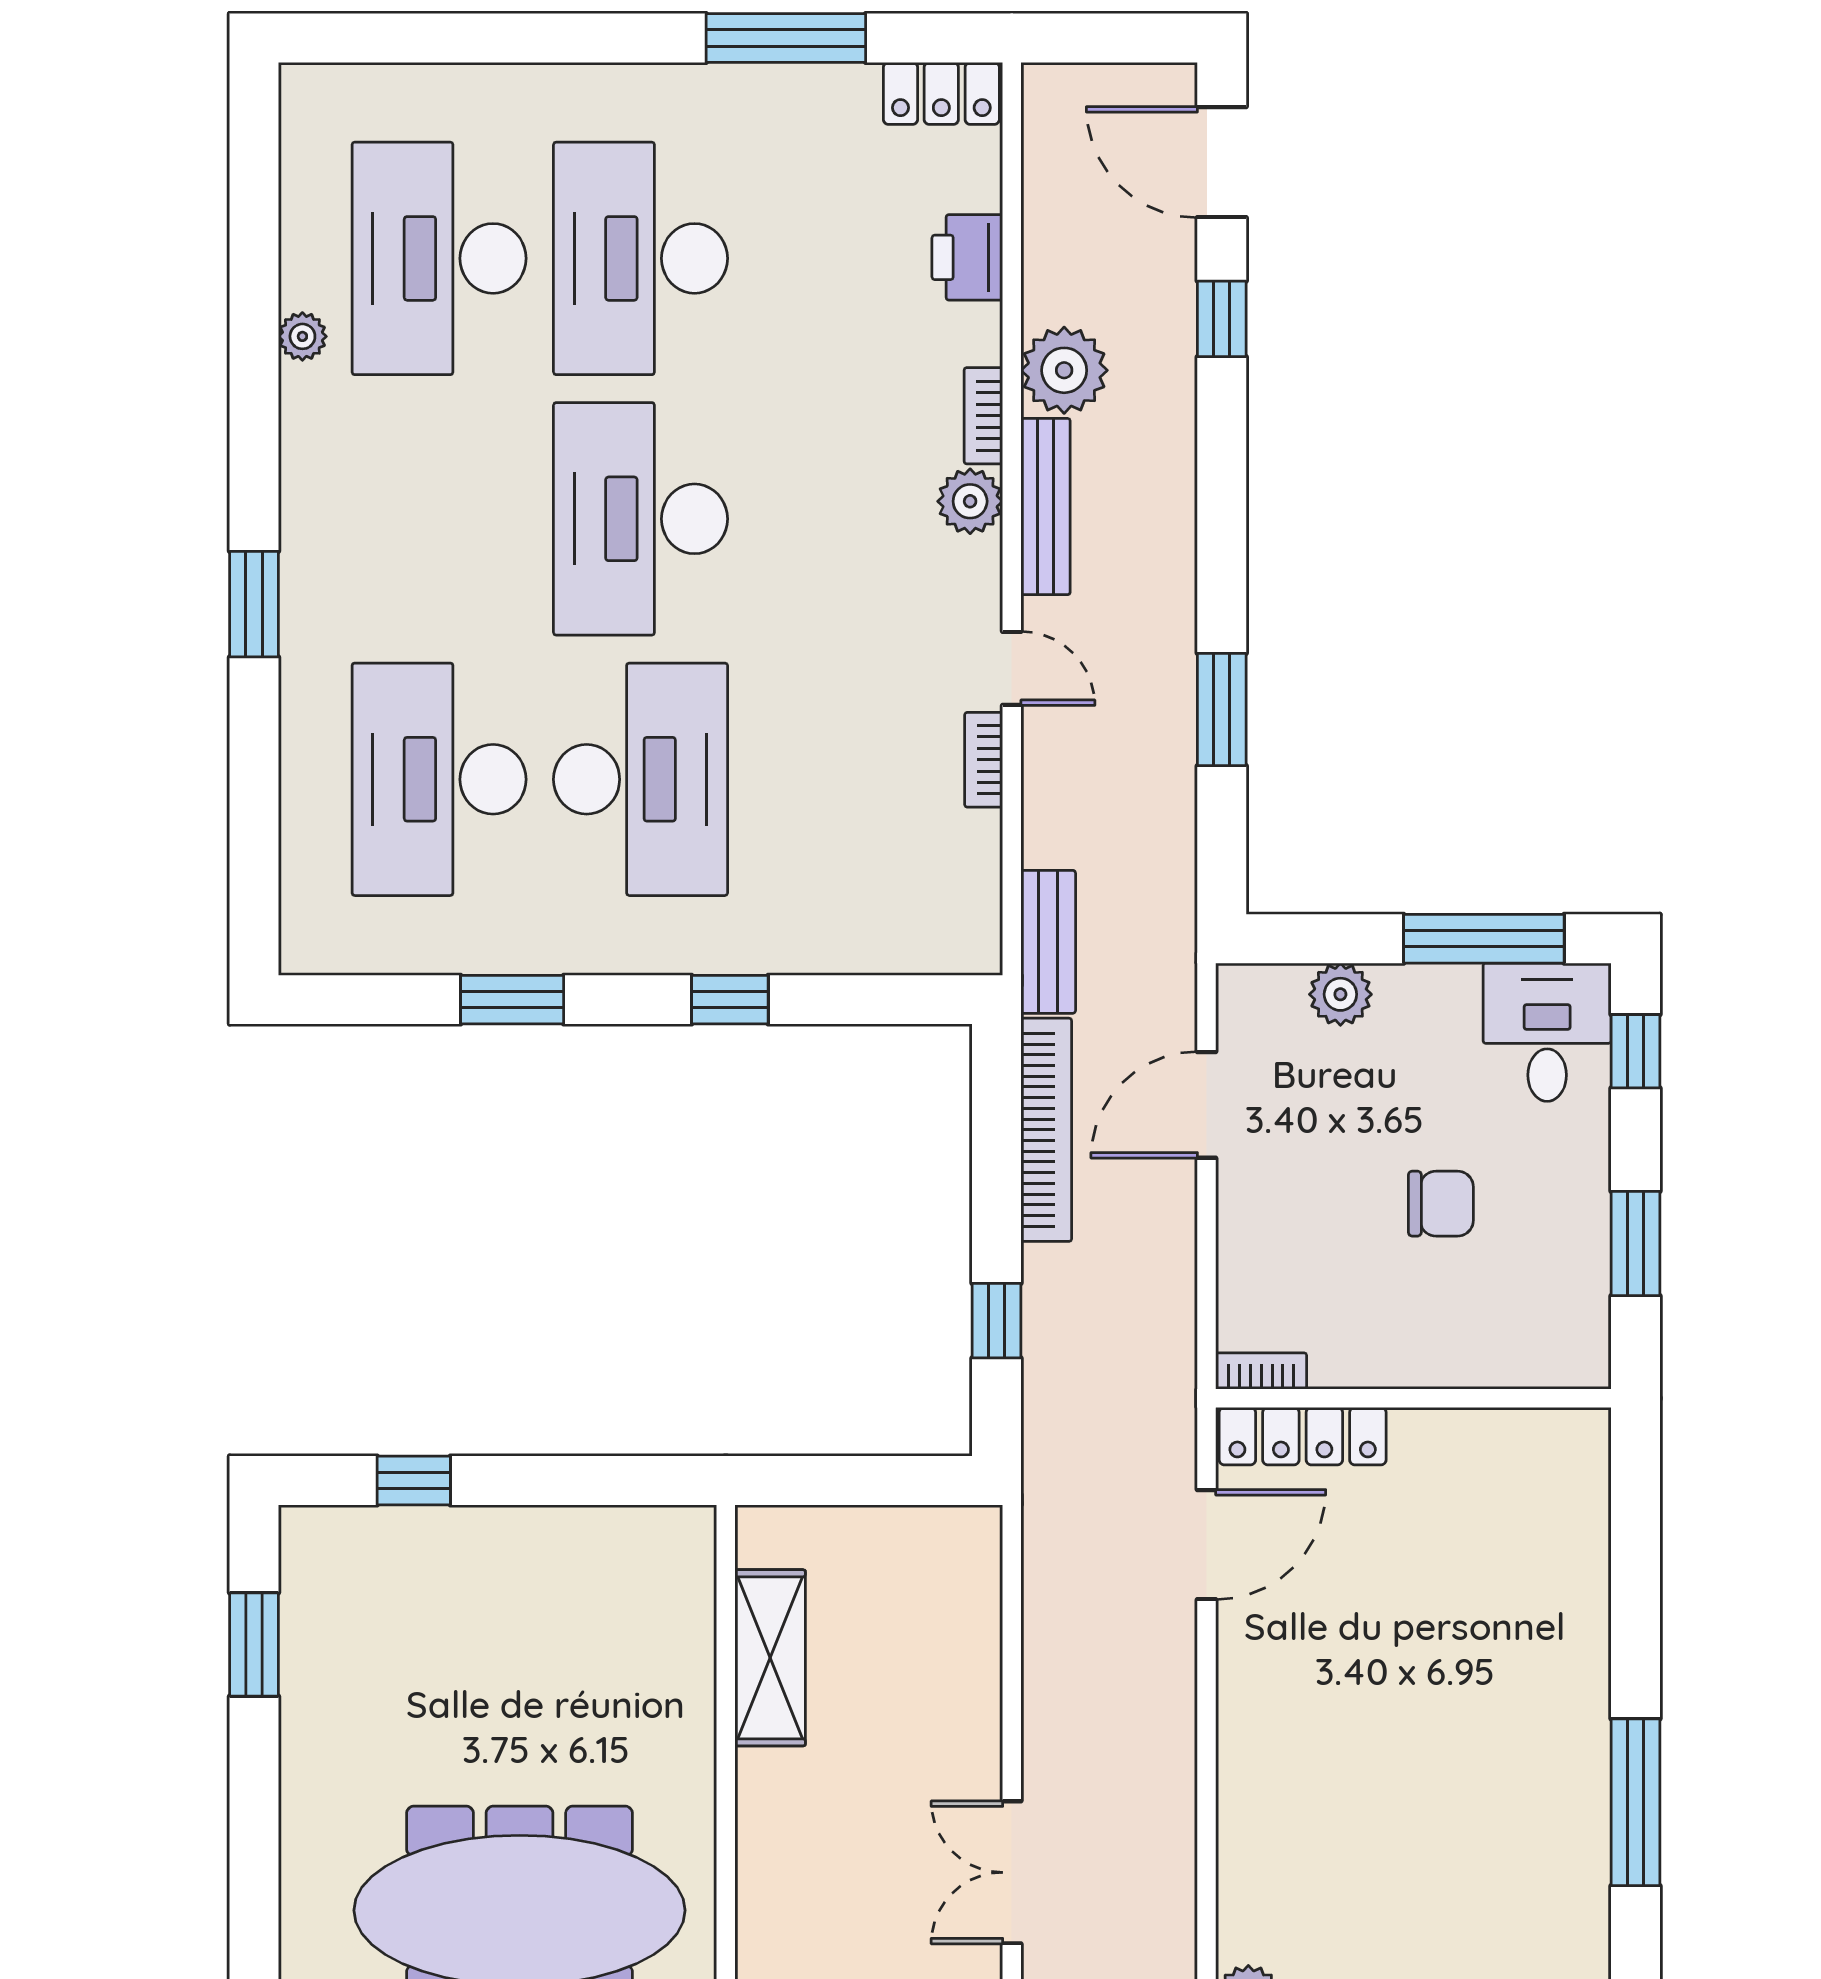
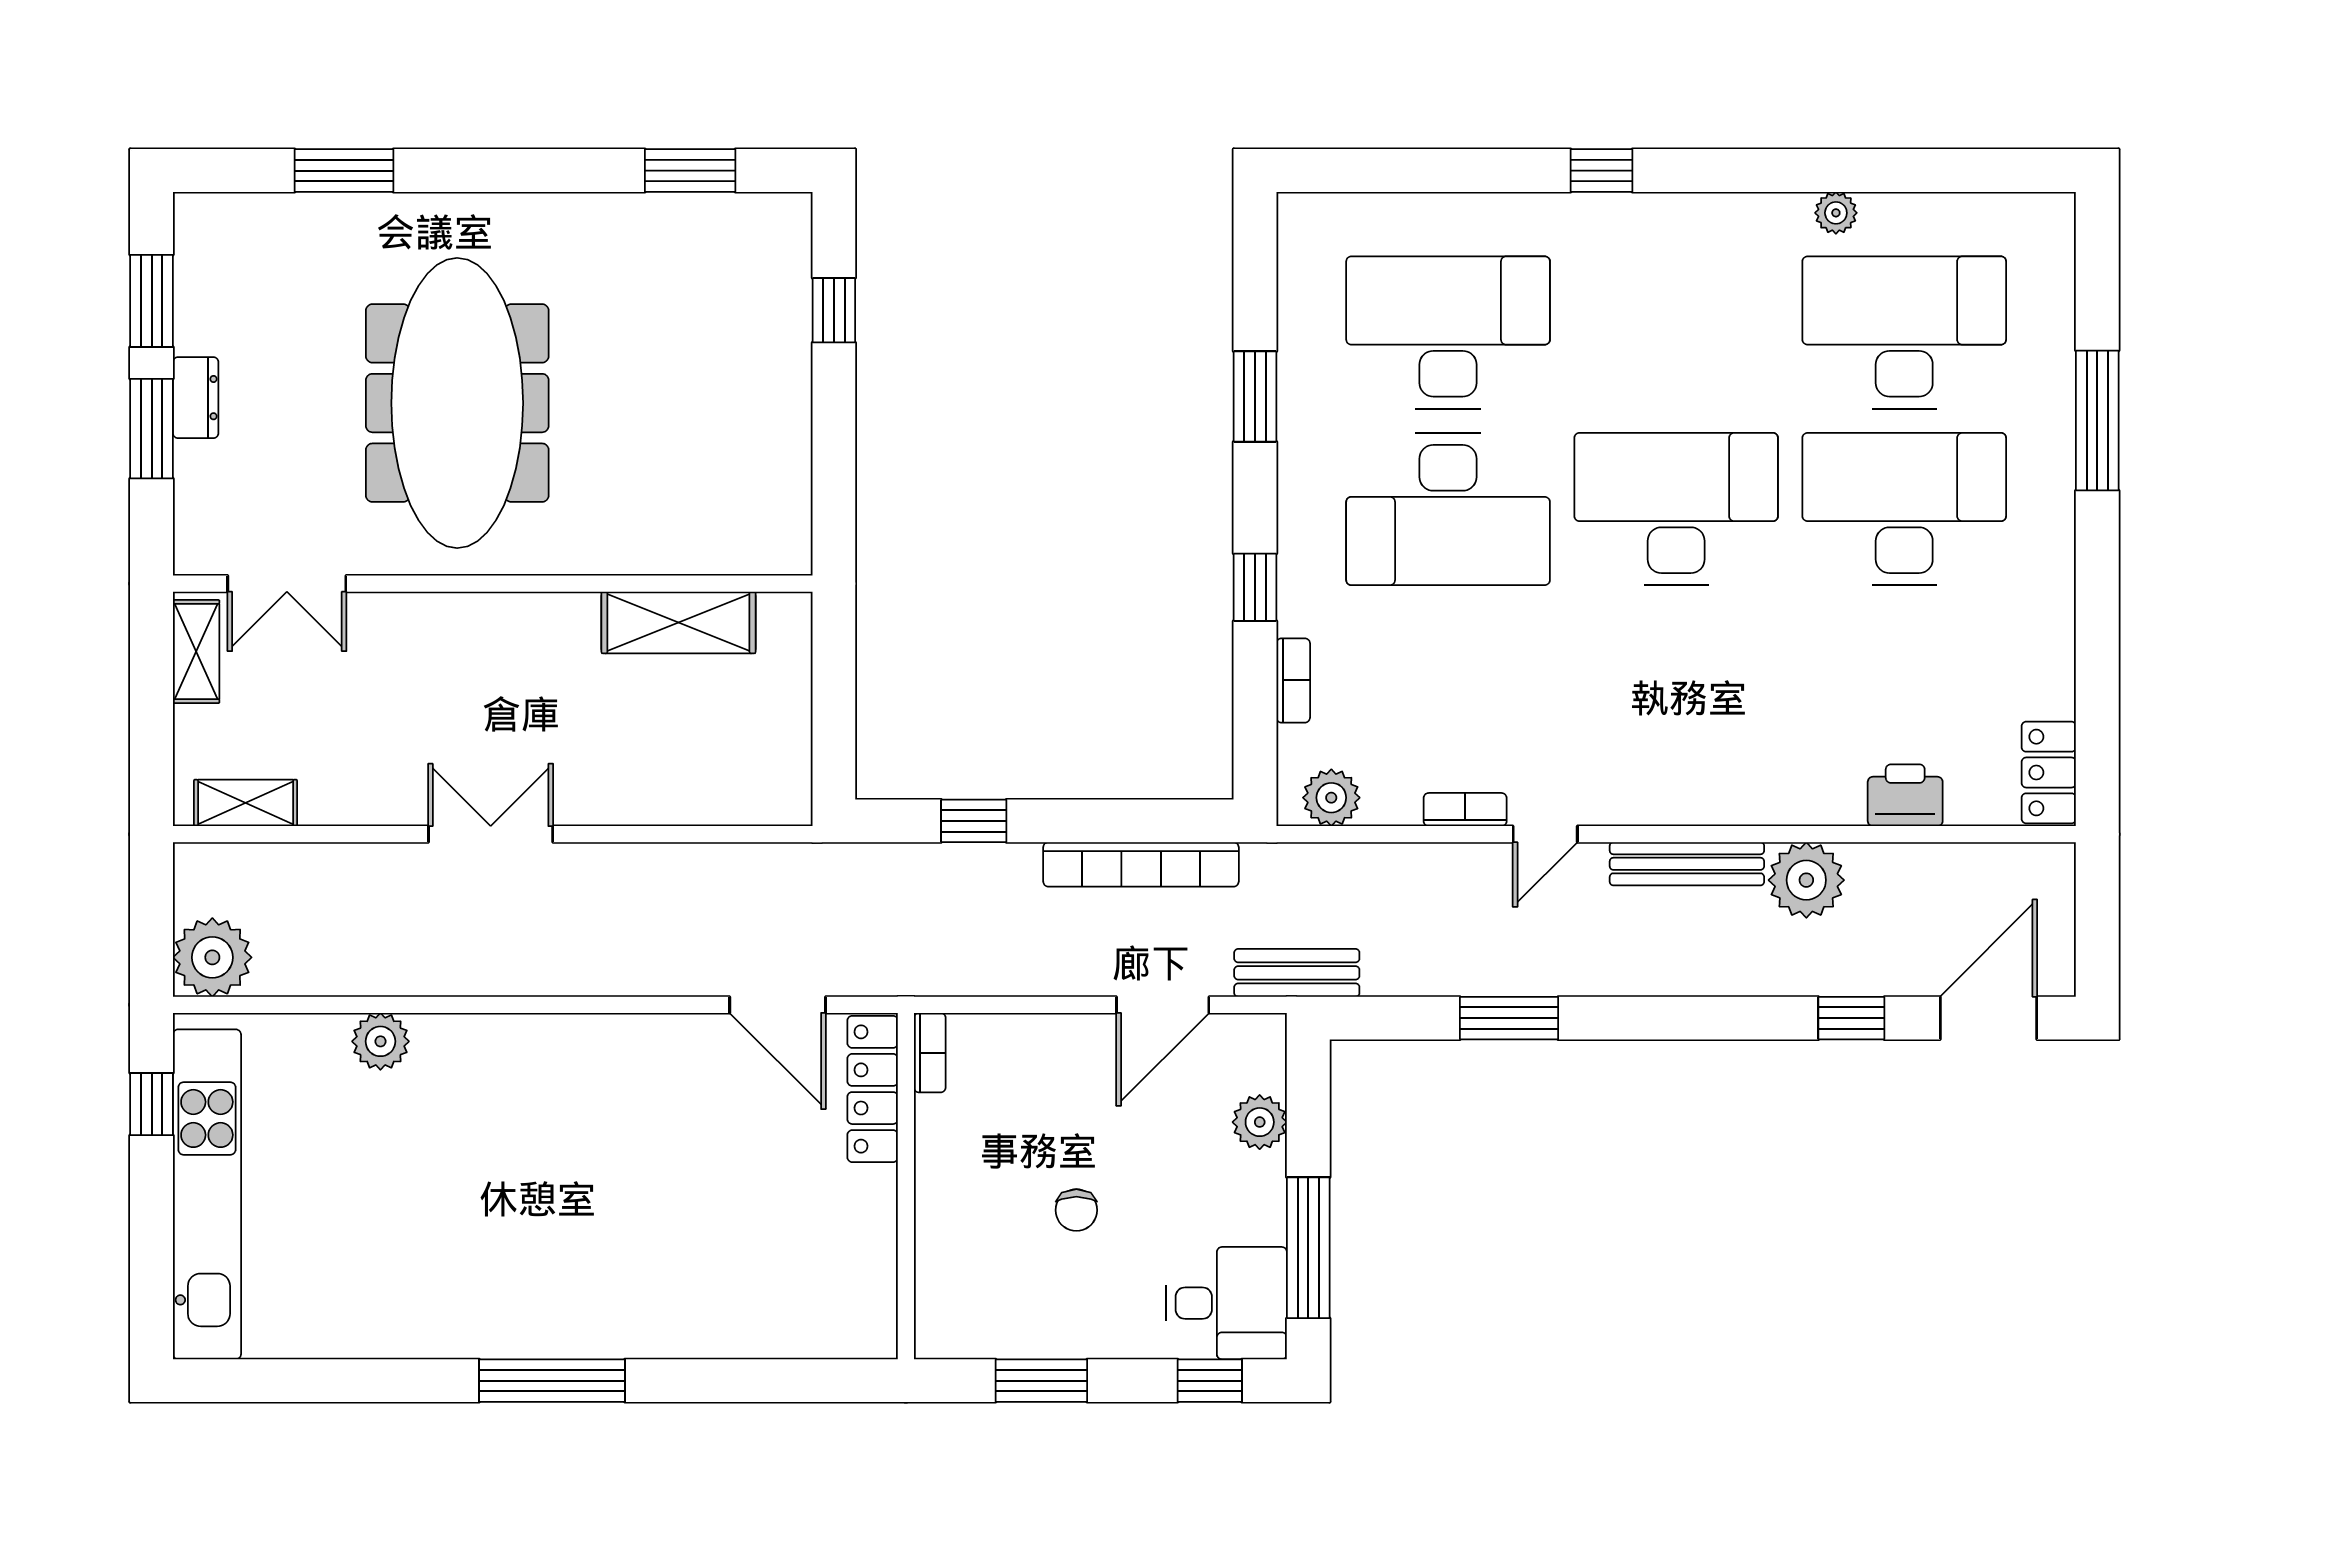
window: (786, 38) -> (2097, 420), moved
bookcase: (983, 416) -> (1293, 680), moved, turned 90
plant: (970, 501) -> (1331, 798), moved
window: (254, 604) -> (1601, 171), width x0.67
bench: (1048, 942) -> (1297, 973), moved
door: (1207, 1105) -> (1163, 1005), swing flipped
chair: (1441, 1204) -> (1076, 1210), width x0.73, depth x0.73

